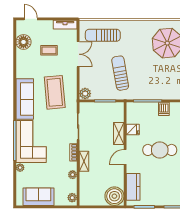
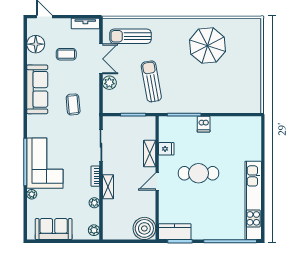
coffee table: (55, 92) -> (73, 104), width x0.54, depth x0.58
plant: (85, 94) -> (109, 83), moved
sofa: (25, 99) -> (37, 89), moved
kitchen counter: (133, 187) -> (175, 232), moved, turned -90

